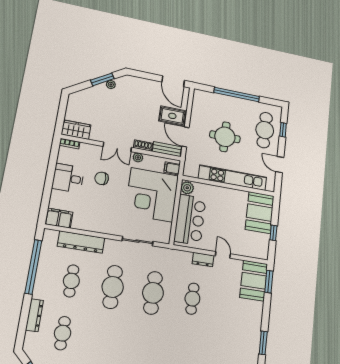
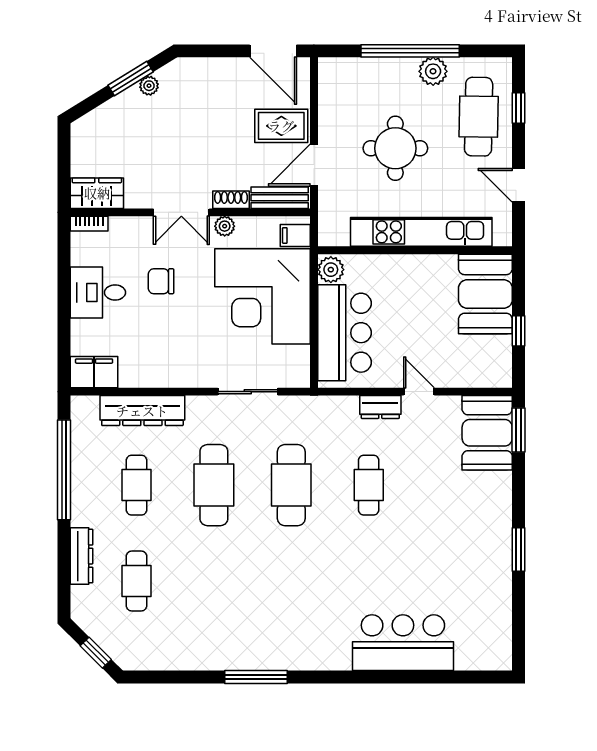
plant: (246, 106) -> (433, 71), added
door: (186, 137) -> (314, 165), hinge flipped

